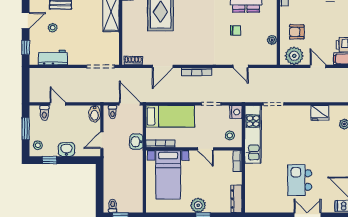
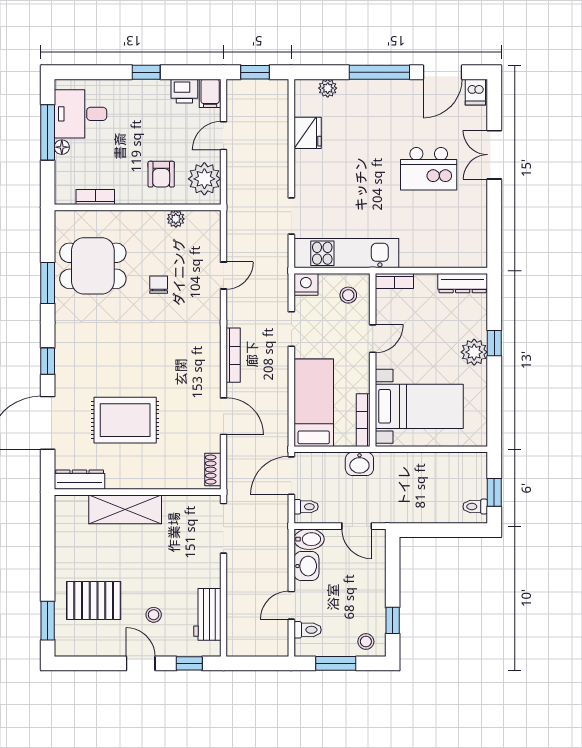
washbasin: (67, 149) -> (306, 566), moved, turned 180

